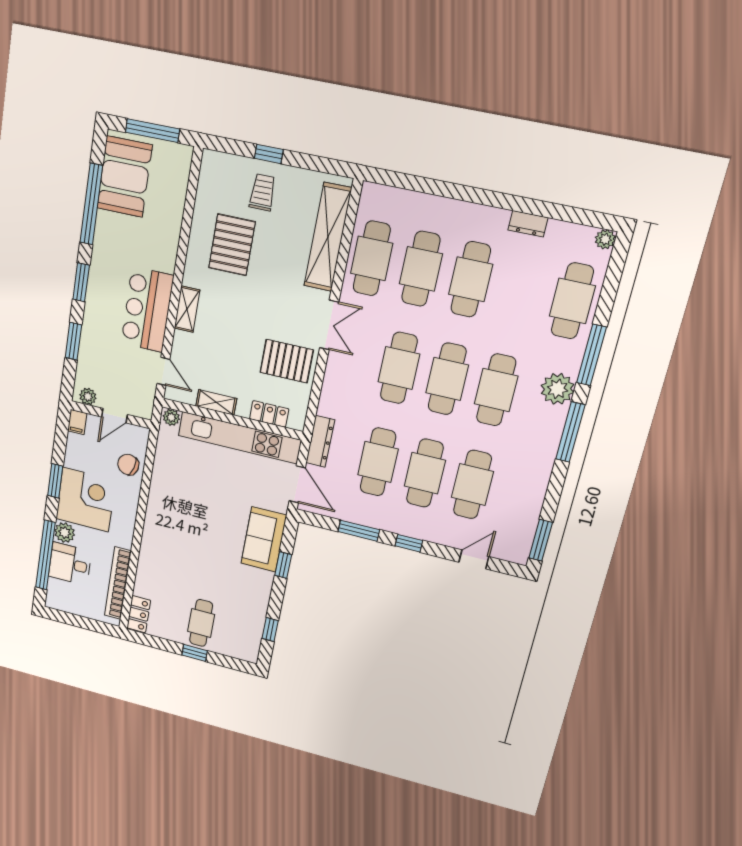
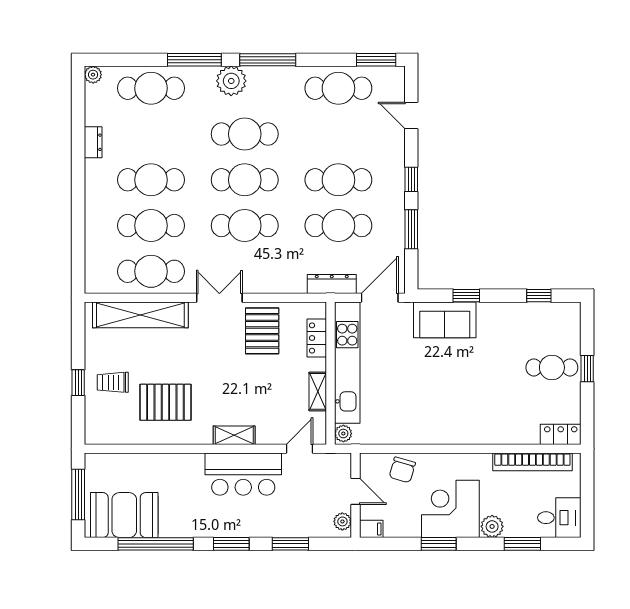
cafe table: (472, 485) -> (338, 88), moved
window: (46, 555) -> (522, 544), width x0.47
desk: (70, 564) -> (559, 518), moved, turned -90

